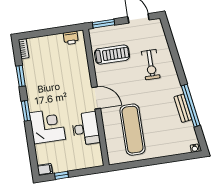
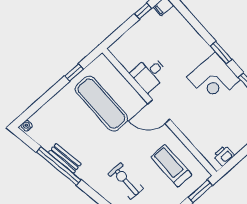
treadmill: (112, 55) -> (171, 166), turned 90
corner desk: (47, 126) -> (214, 79), moved
desk: (86, 129) -> (149, 74), width x0.73
window: (138, 164) -> (74, 73), added

